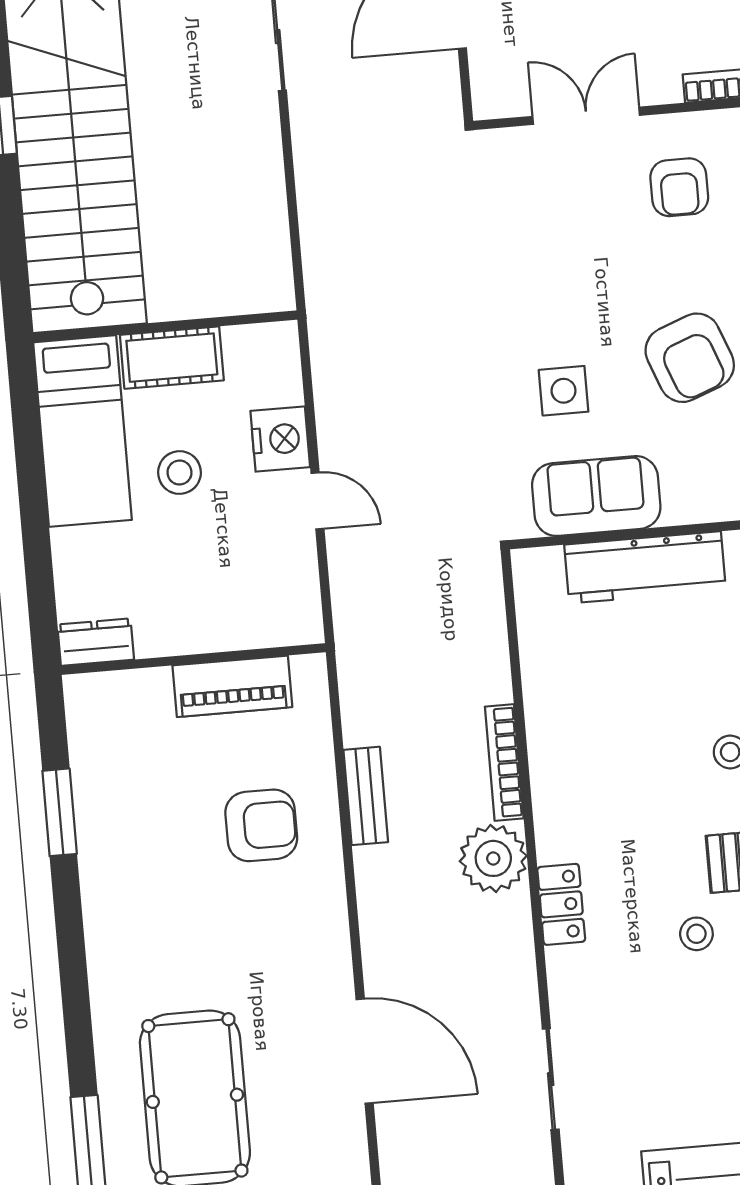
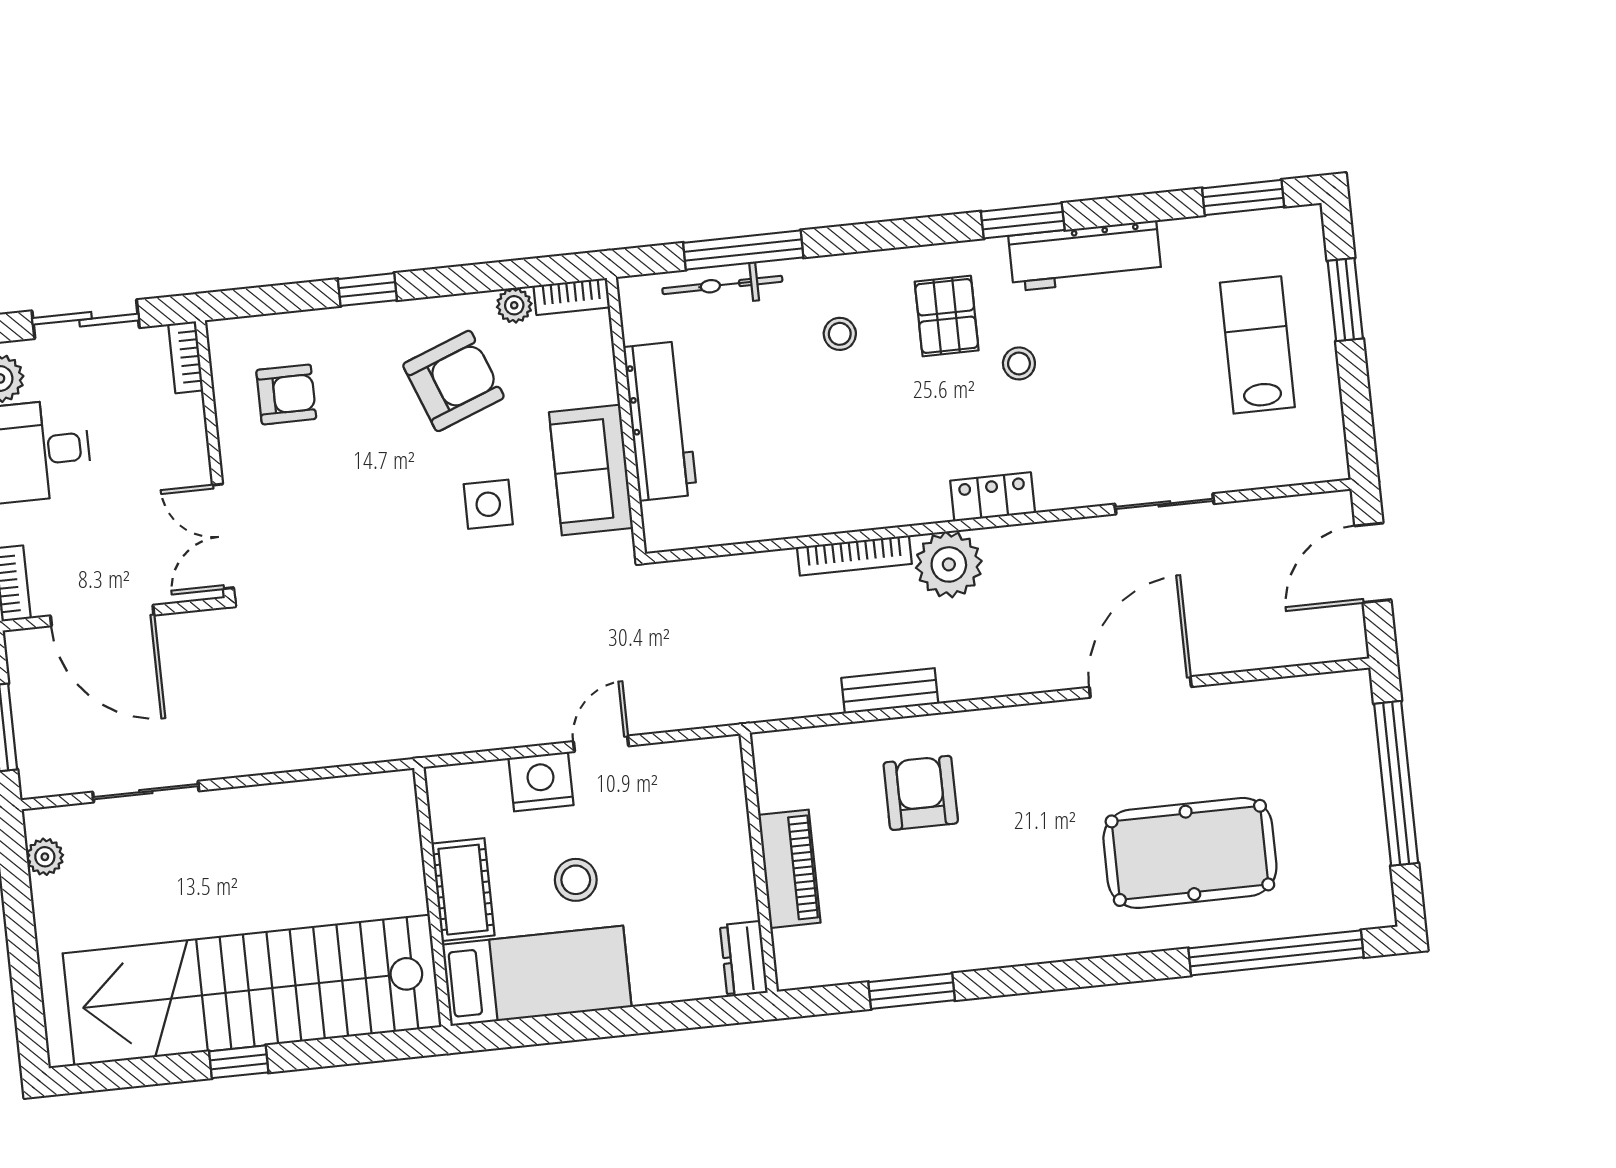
double door: (586, 116) -> (223, 536), moved
piano: (232, 686) -> (789, 869), moved

